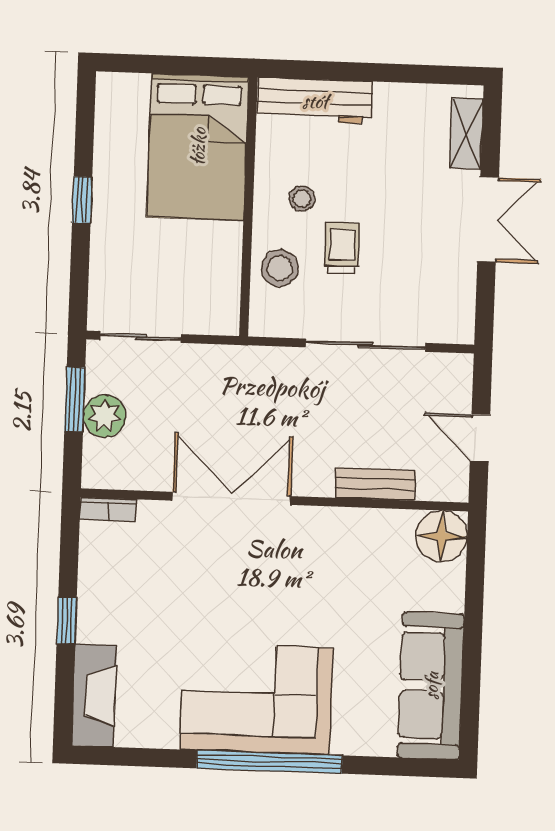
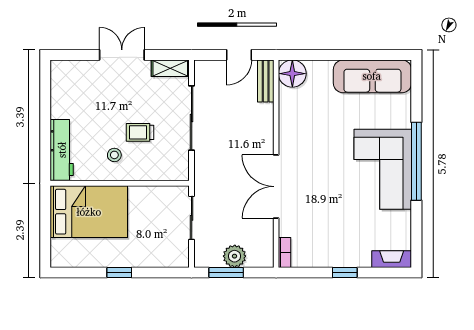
shelving: (466, 134) -> (170, 68), moved
stool: (280, 268) -> (152, 165), removed
sliding door: (141, 337) -> (192, 218), moved
bench: (375, 484) -> (266, 81), moved
fireplace: (94, 695) -> (392, 259), width x0.73, depth x0.76

